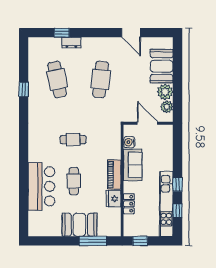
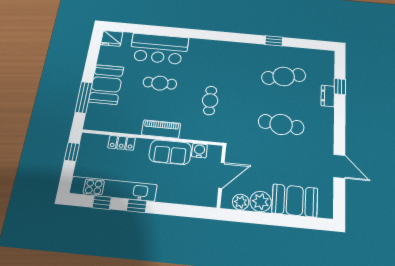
door: (131, 33) -> (339, 166), swing flipped
cafe table: (73, 140) -> (210, 100), moved
fridge: (114, 199) -> (112, 38), moved, turned 180

